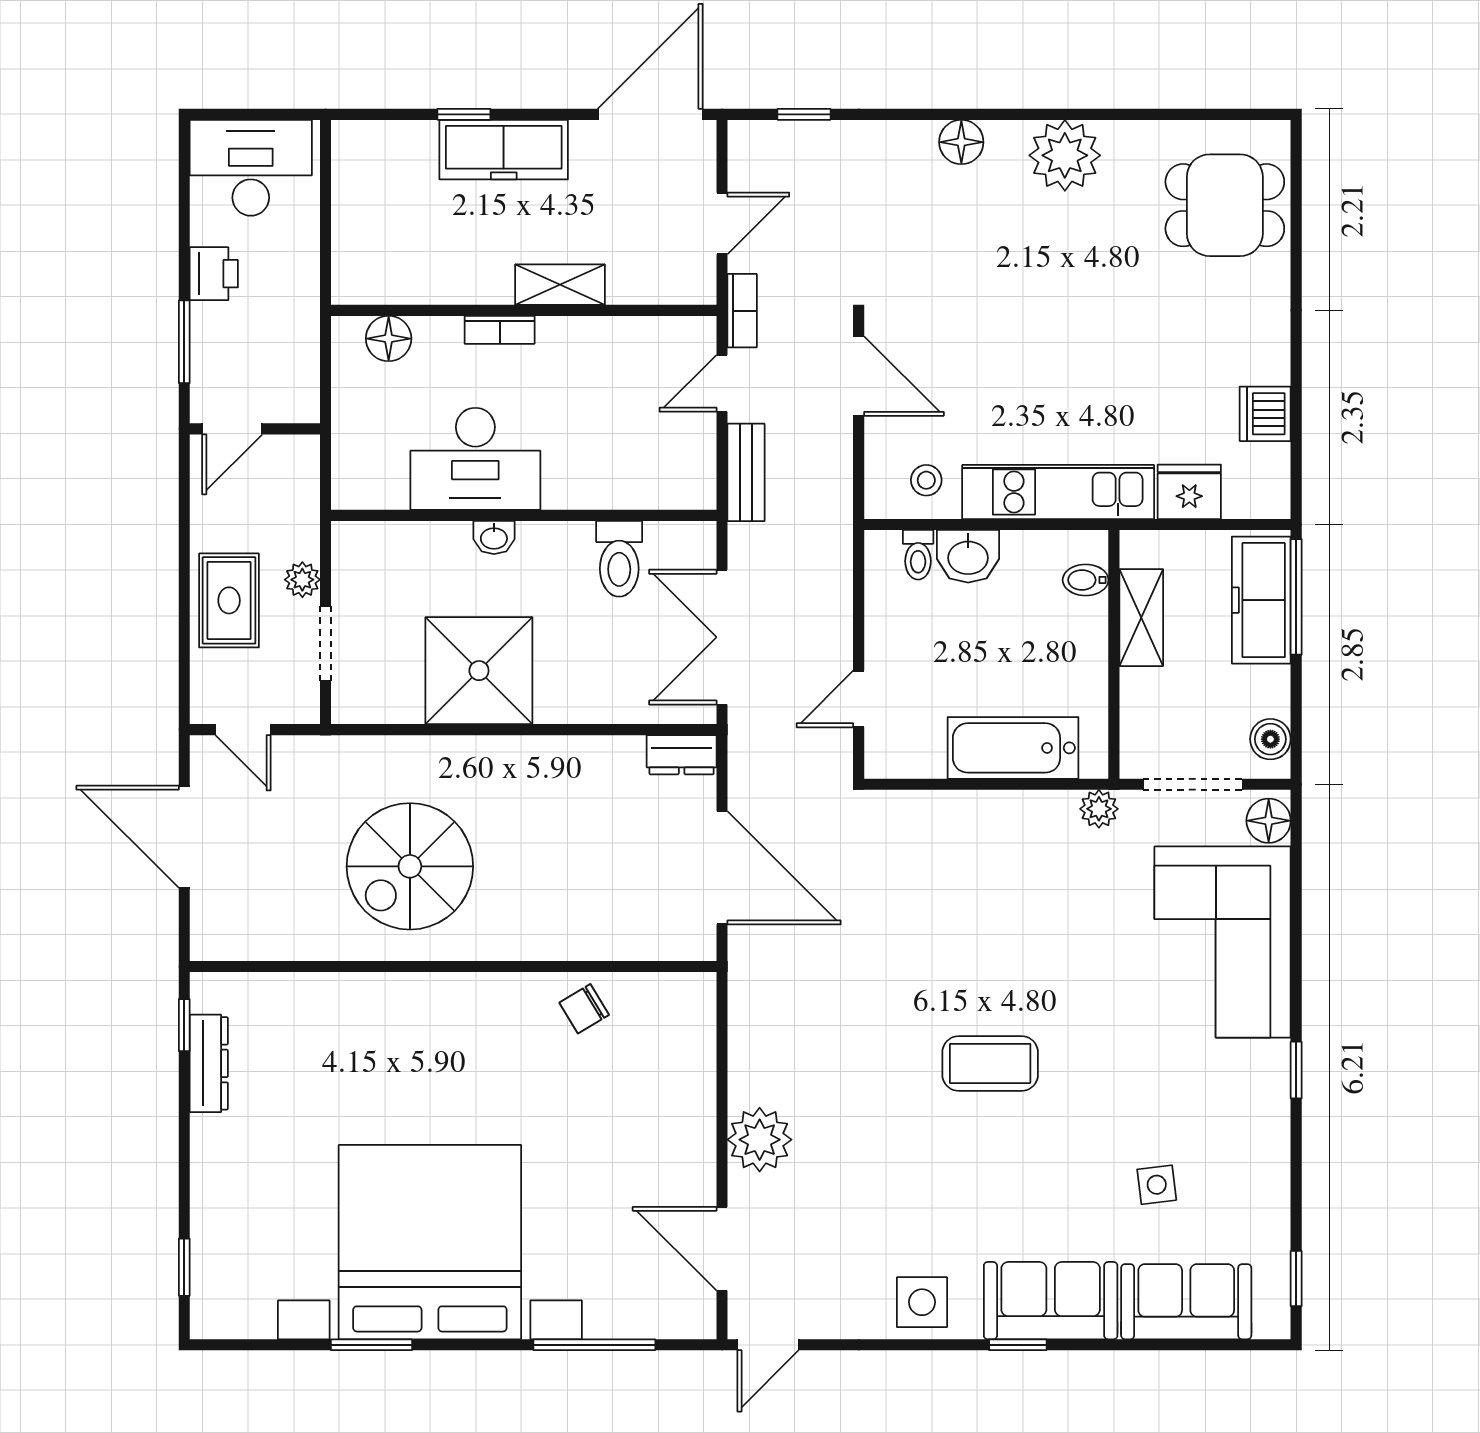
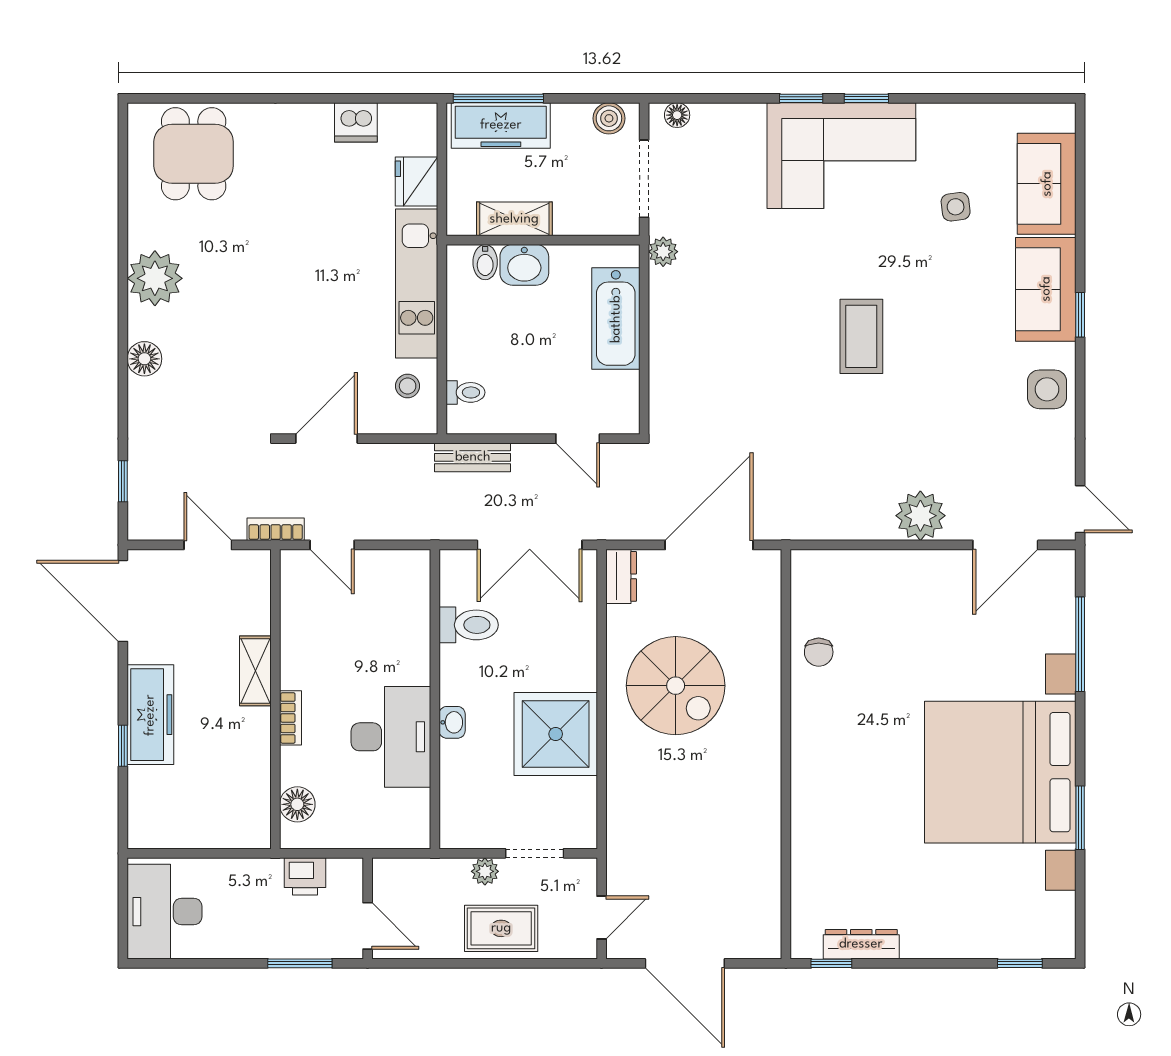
printer: (214, 274) -> (305, 876), moved, turned 180
bench: (746, 472) -> (473, 457), moved
washbasin: (968, 556) -> (524, 265), moved, turned 90
floor lamp: (1269, 821) -> (677, 115), width x0.73, depth x0.73
door: (184, 837) -> (685, 963), hinge flipped
spiral stairs: (410, 866) -> (676, 686), moved
corner sofa: (1223, 942) -> (841, 156), moved
chair: (584, 1009) -> (819, 652), turned 31
window: (1296, 1279) -> (801, 98), moved

